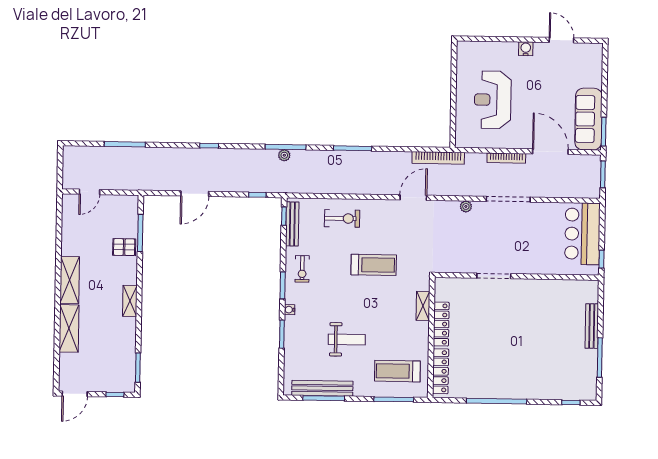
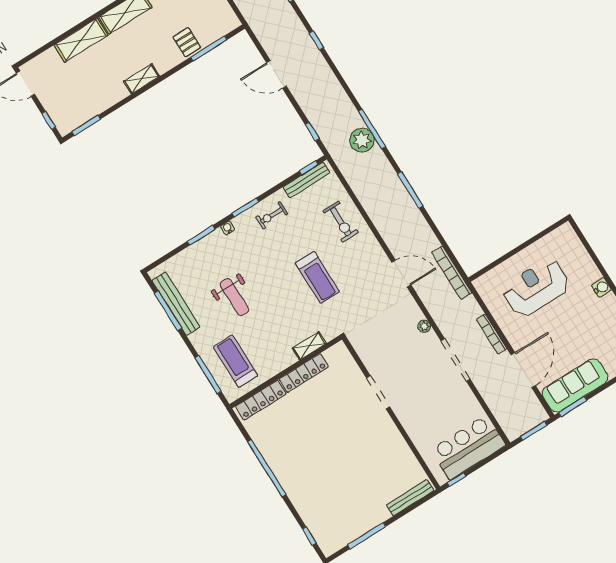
window: (209, 146) -> (316, 40), moved
plant: (284, 155) -> (362, 140), width x1.87, depth x1.87
bench: (592, 326) -> (410, 498), moved

